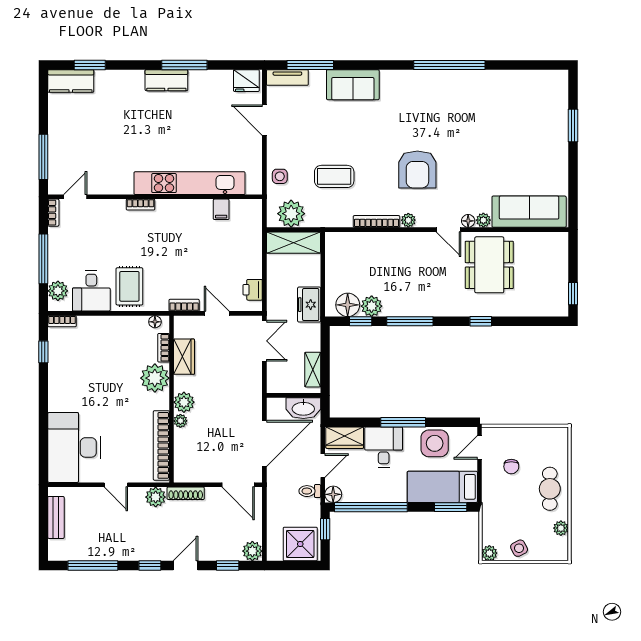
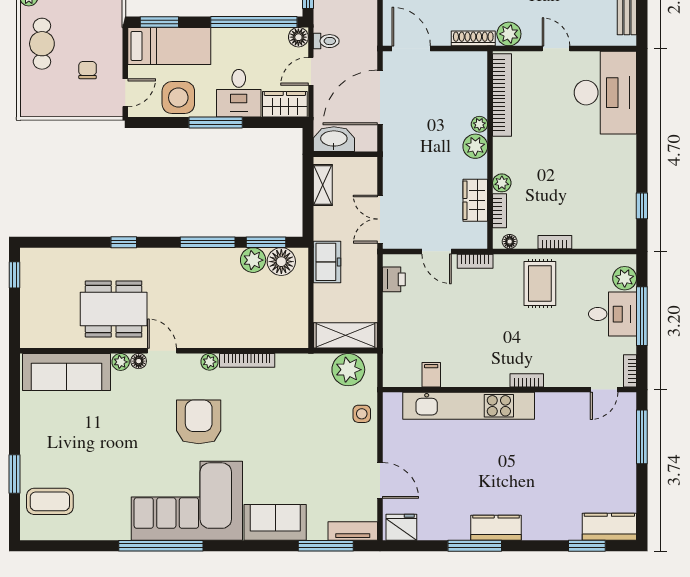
corner sofa: (427, 103) -> (187, 501), added
coffee table: (334, 176) -> (50, 501), moved
dining table: (489, 265) -> (114, 309), turned 90
desk: (91, 291) -> (613, 314), moved, turned 90
bookcase: (62, 321) -> (555, 242), moved
window: (361, 321) -> (266, 242), width x1.50
plant: (155, 378) -> (502, 183), width x0.53, depth x0.53

